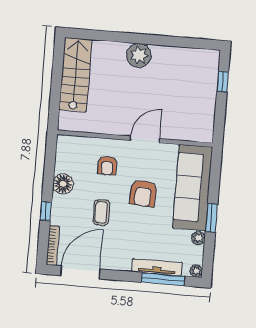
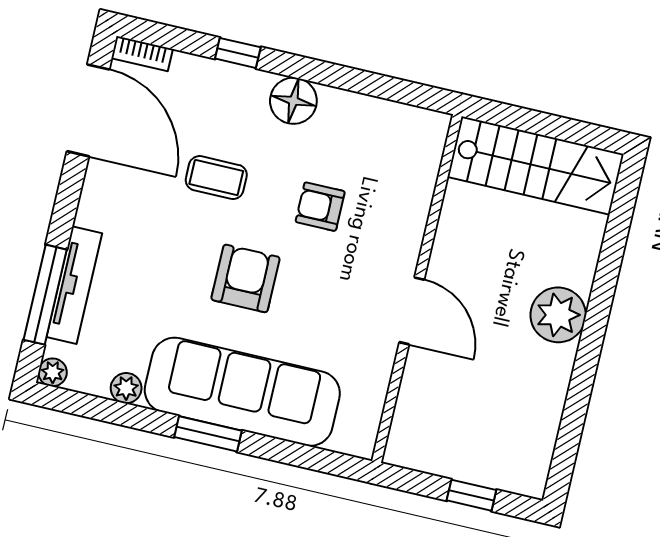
wall: (135, 139) -> (417, 289), moved
door: (145, 139) -> (412, 311), moved
armchair: (143, 193) -> (245, 278), turned 86
window: (211, 218) -> (208, 434), moved
bookcase: (53, 245) -> (142, 54), width x0.64

